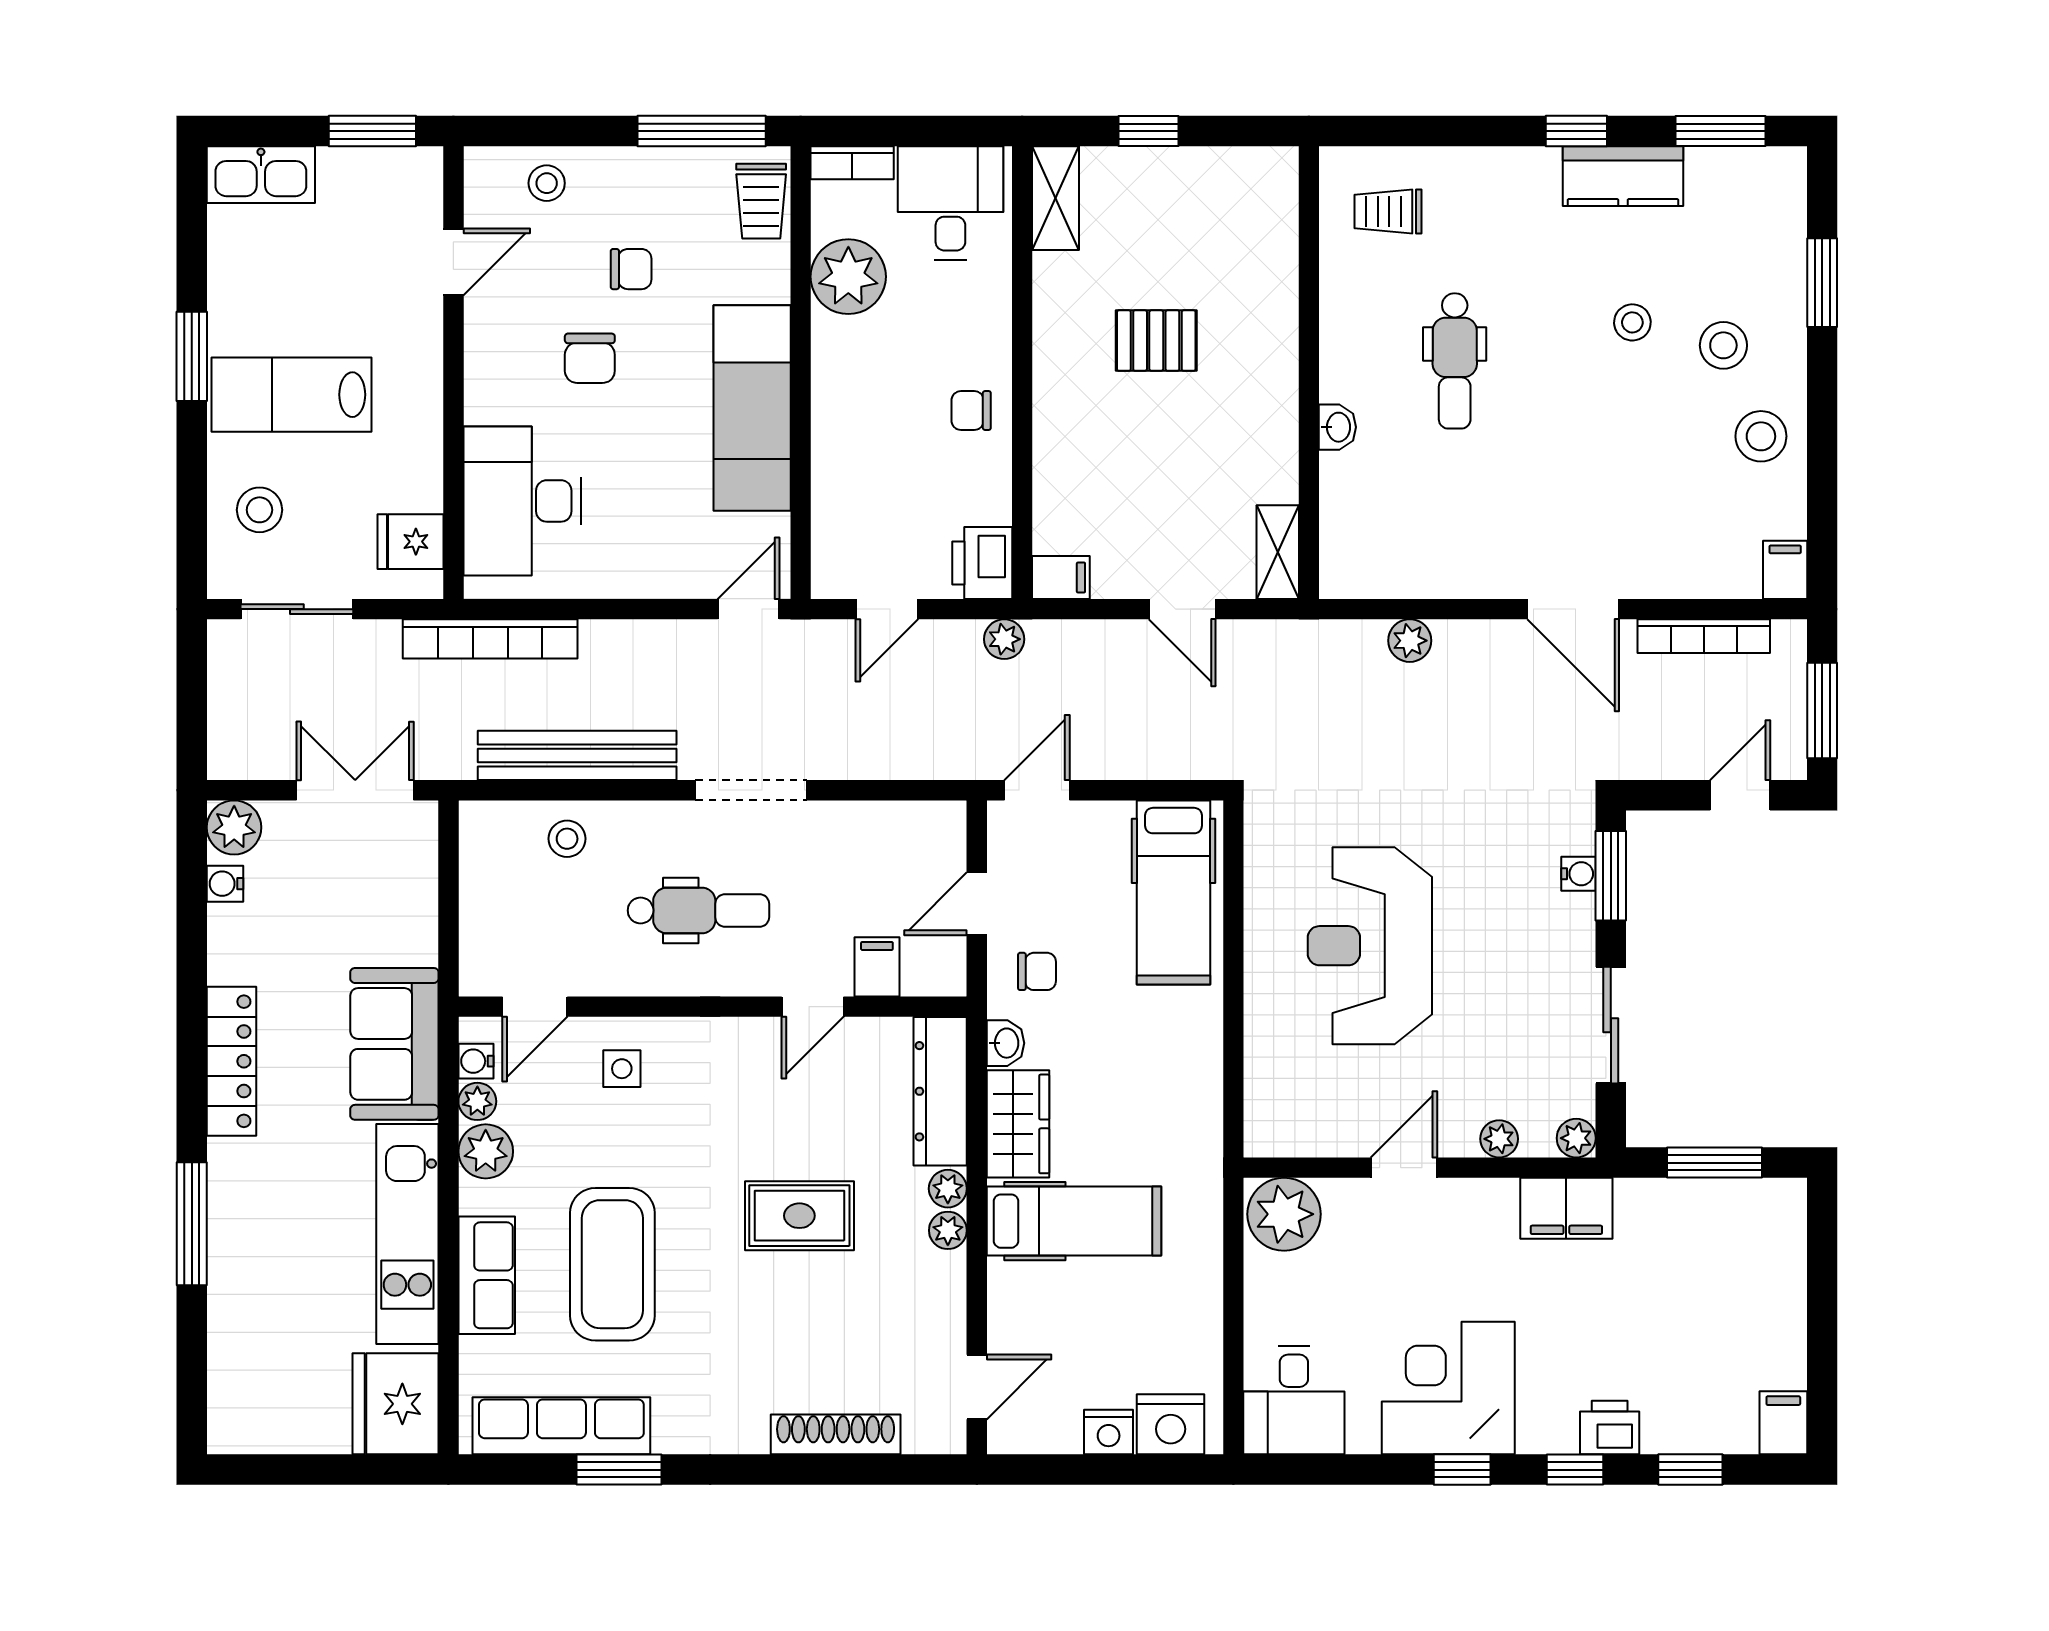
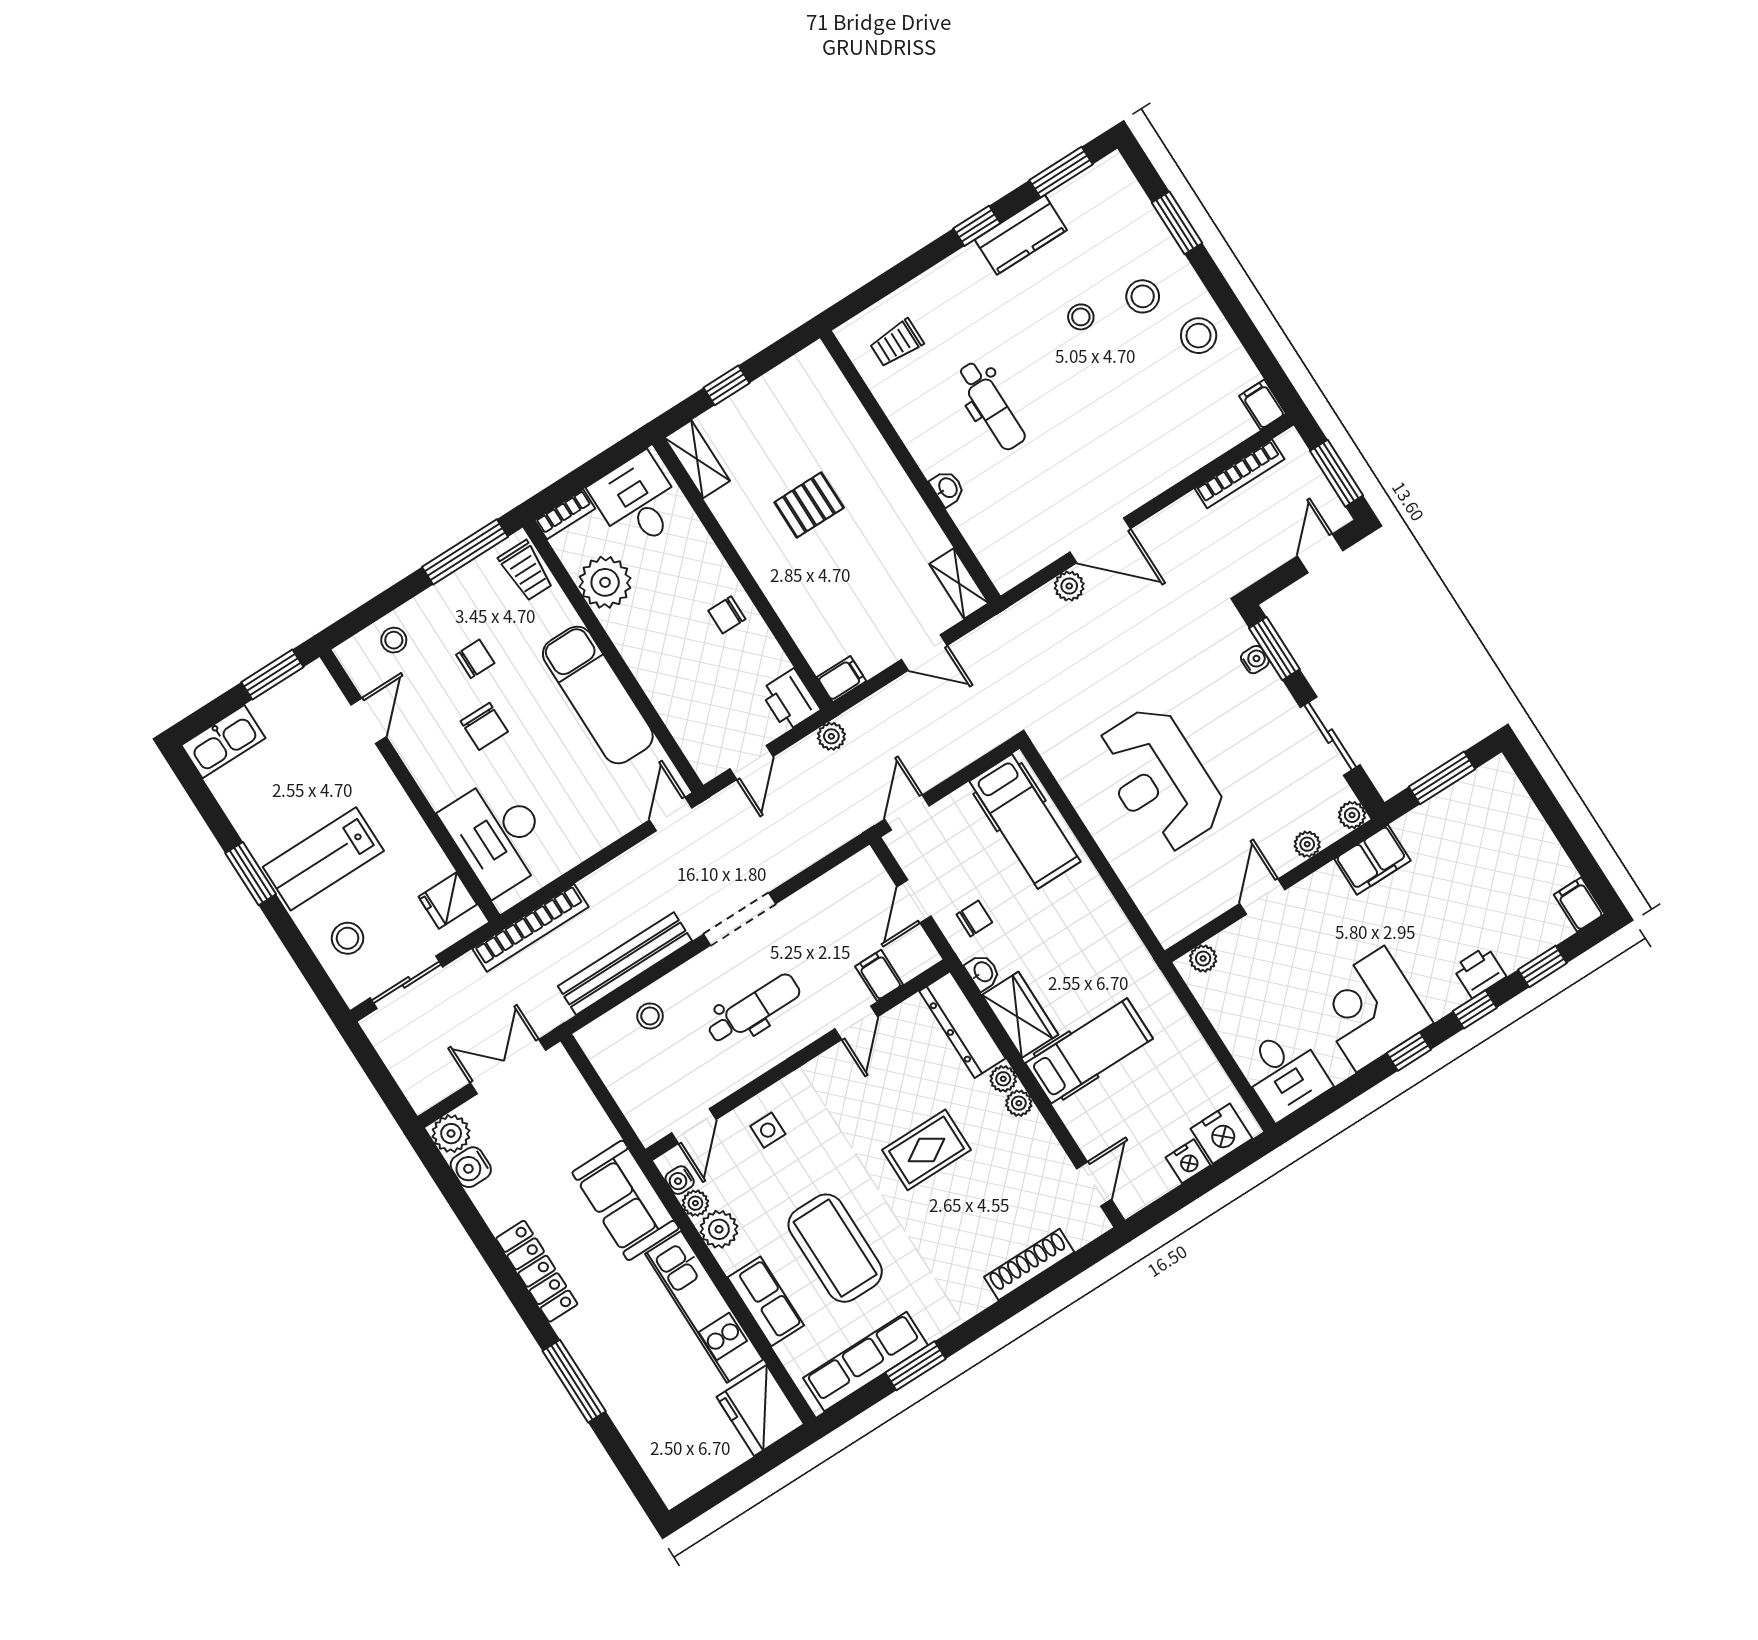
door: (1573, 609) -> (1100, 540), moved
water cooler: (225, 884) -> (471, 1167), width x1.38, depth x1.38
plant: (1284, 1214) -> (1203, 959), width x0.53, depth x0.53

